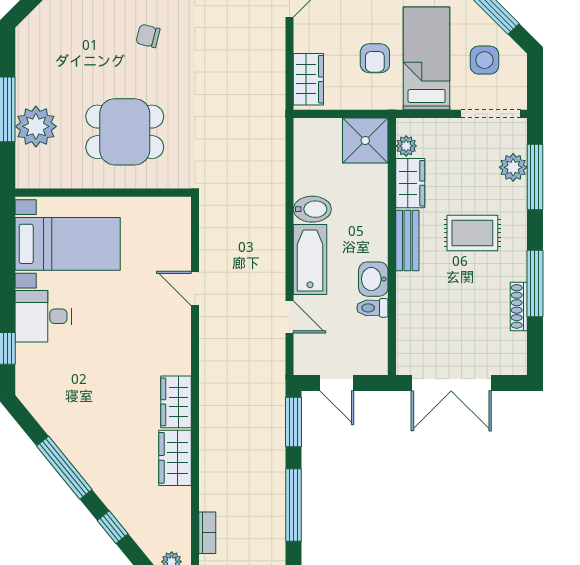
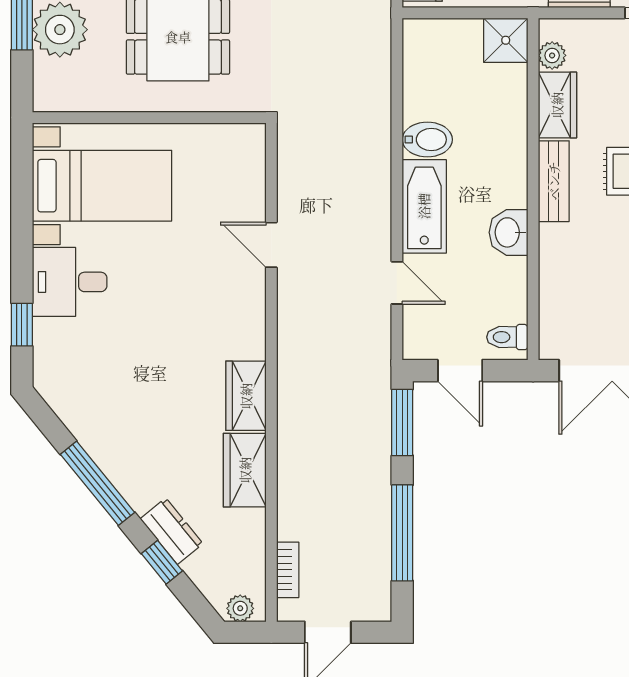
shower: (365, 141) -> (506, 40), width x0.73, depth x0.73
toilet: (372, 308) -> (507, 337), moved
dresser: (120, 504) -> (172, 531), added

